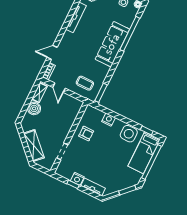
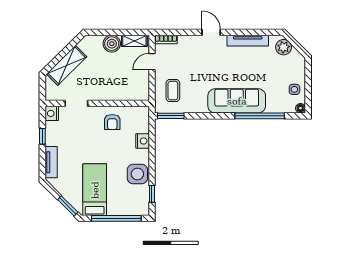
door: (52, 52) -> (211, 32), moved
bed: (144, 153) -> (95, 190), moved, turned 90
nightstand: (77, 179) -> (52, 113), moved

